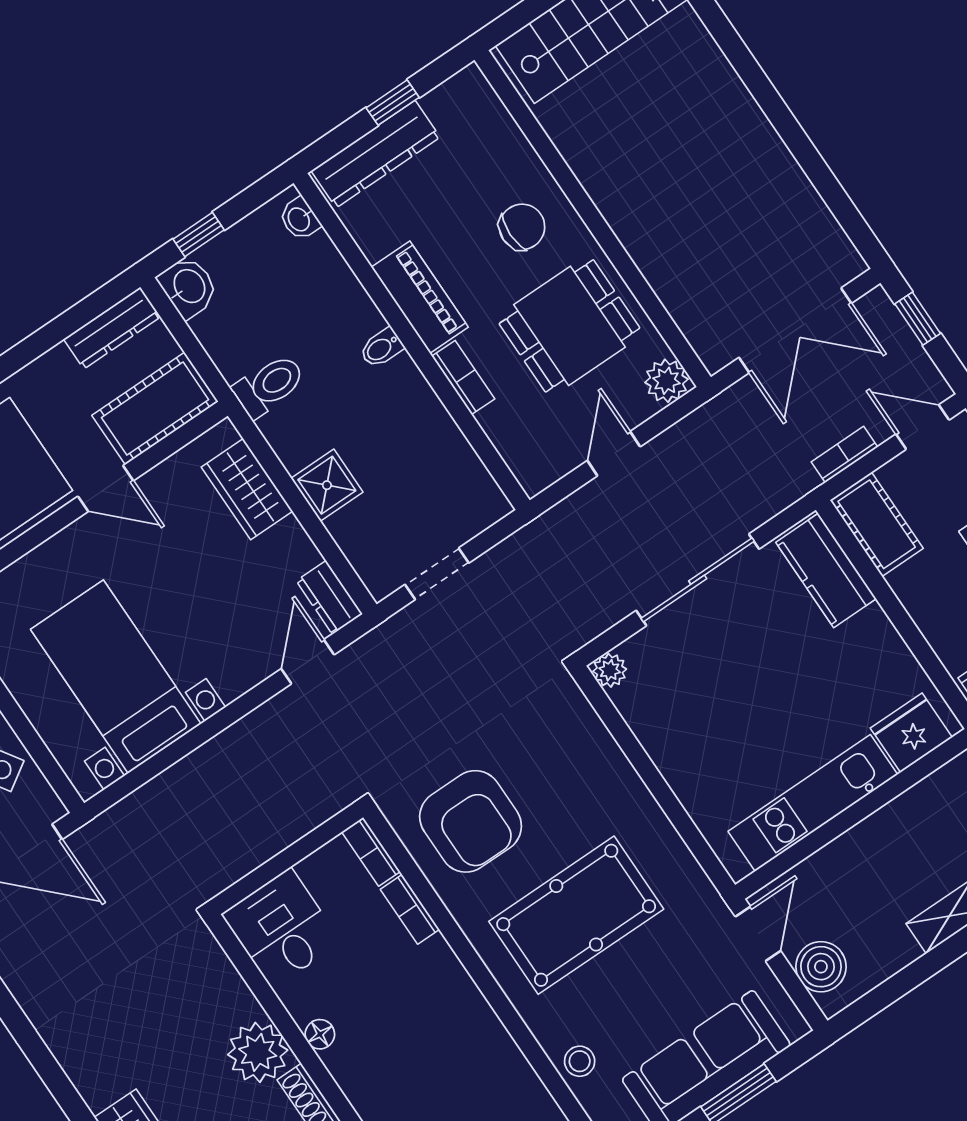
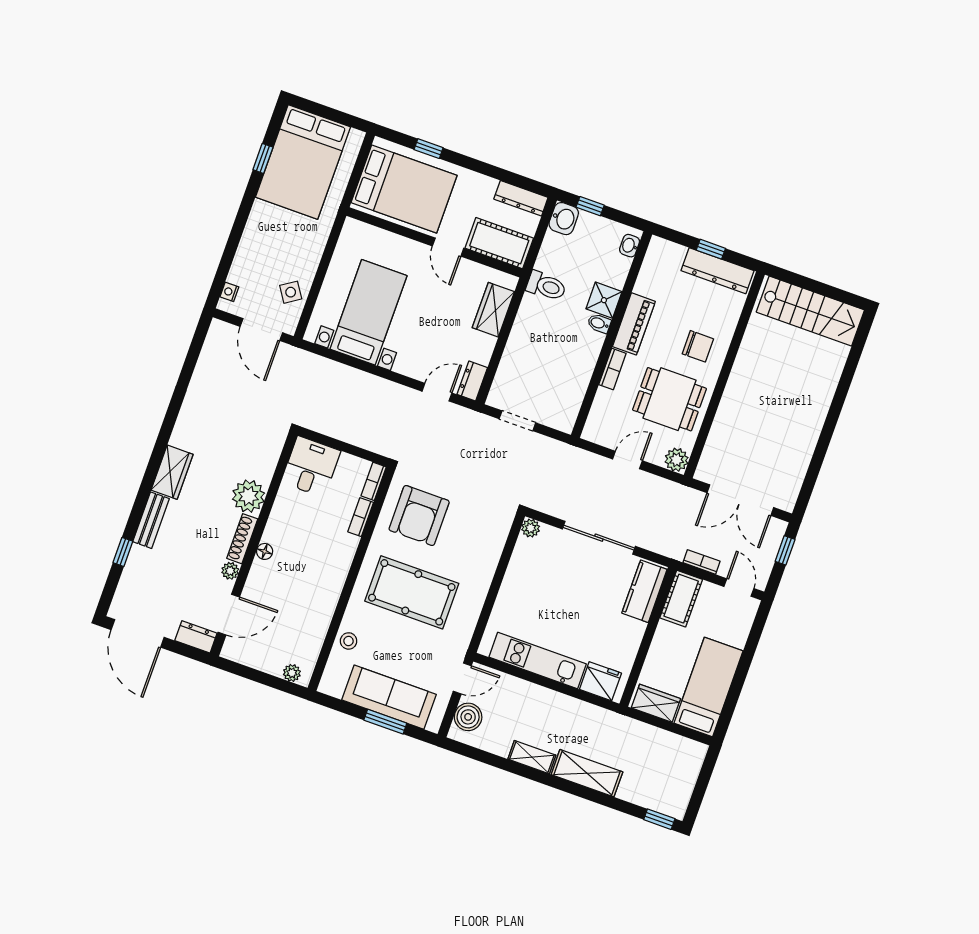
dresser: (376, 154) -> (718, 271), moved
shower: (327, 485) -> (604, 300), moved
floor lamp: (320, 1034) -> (265, 551), moved

